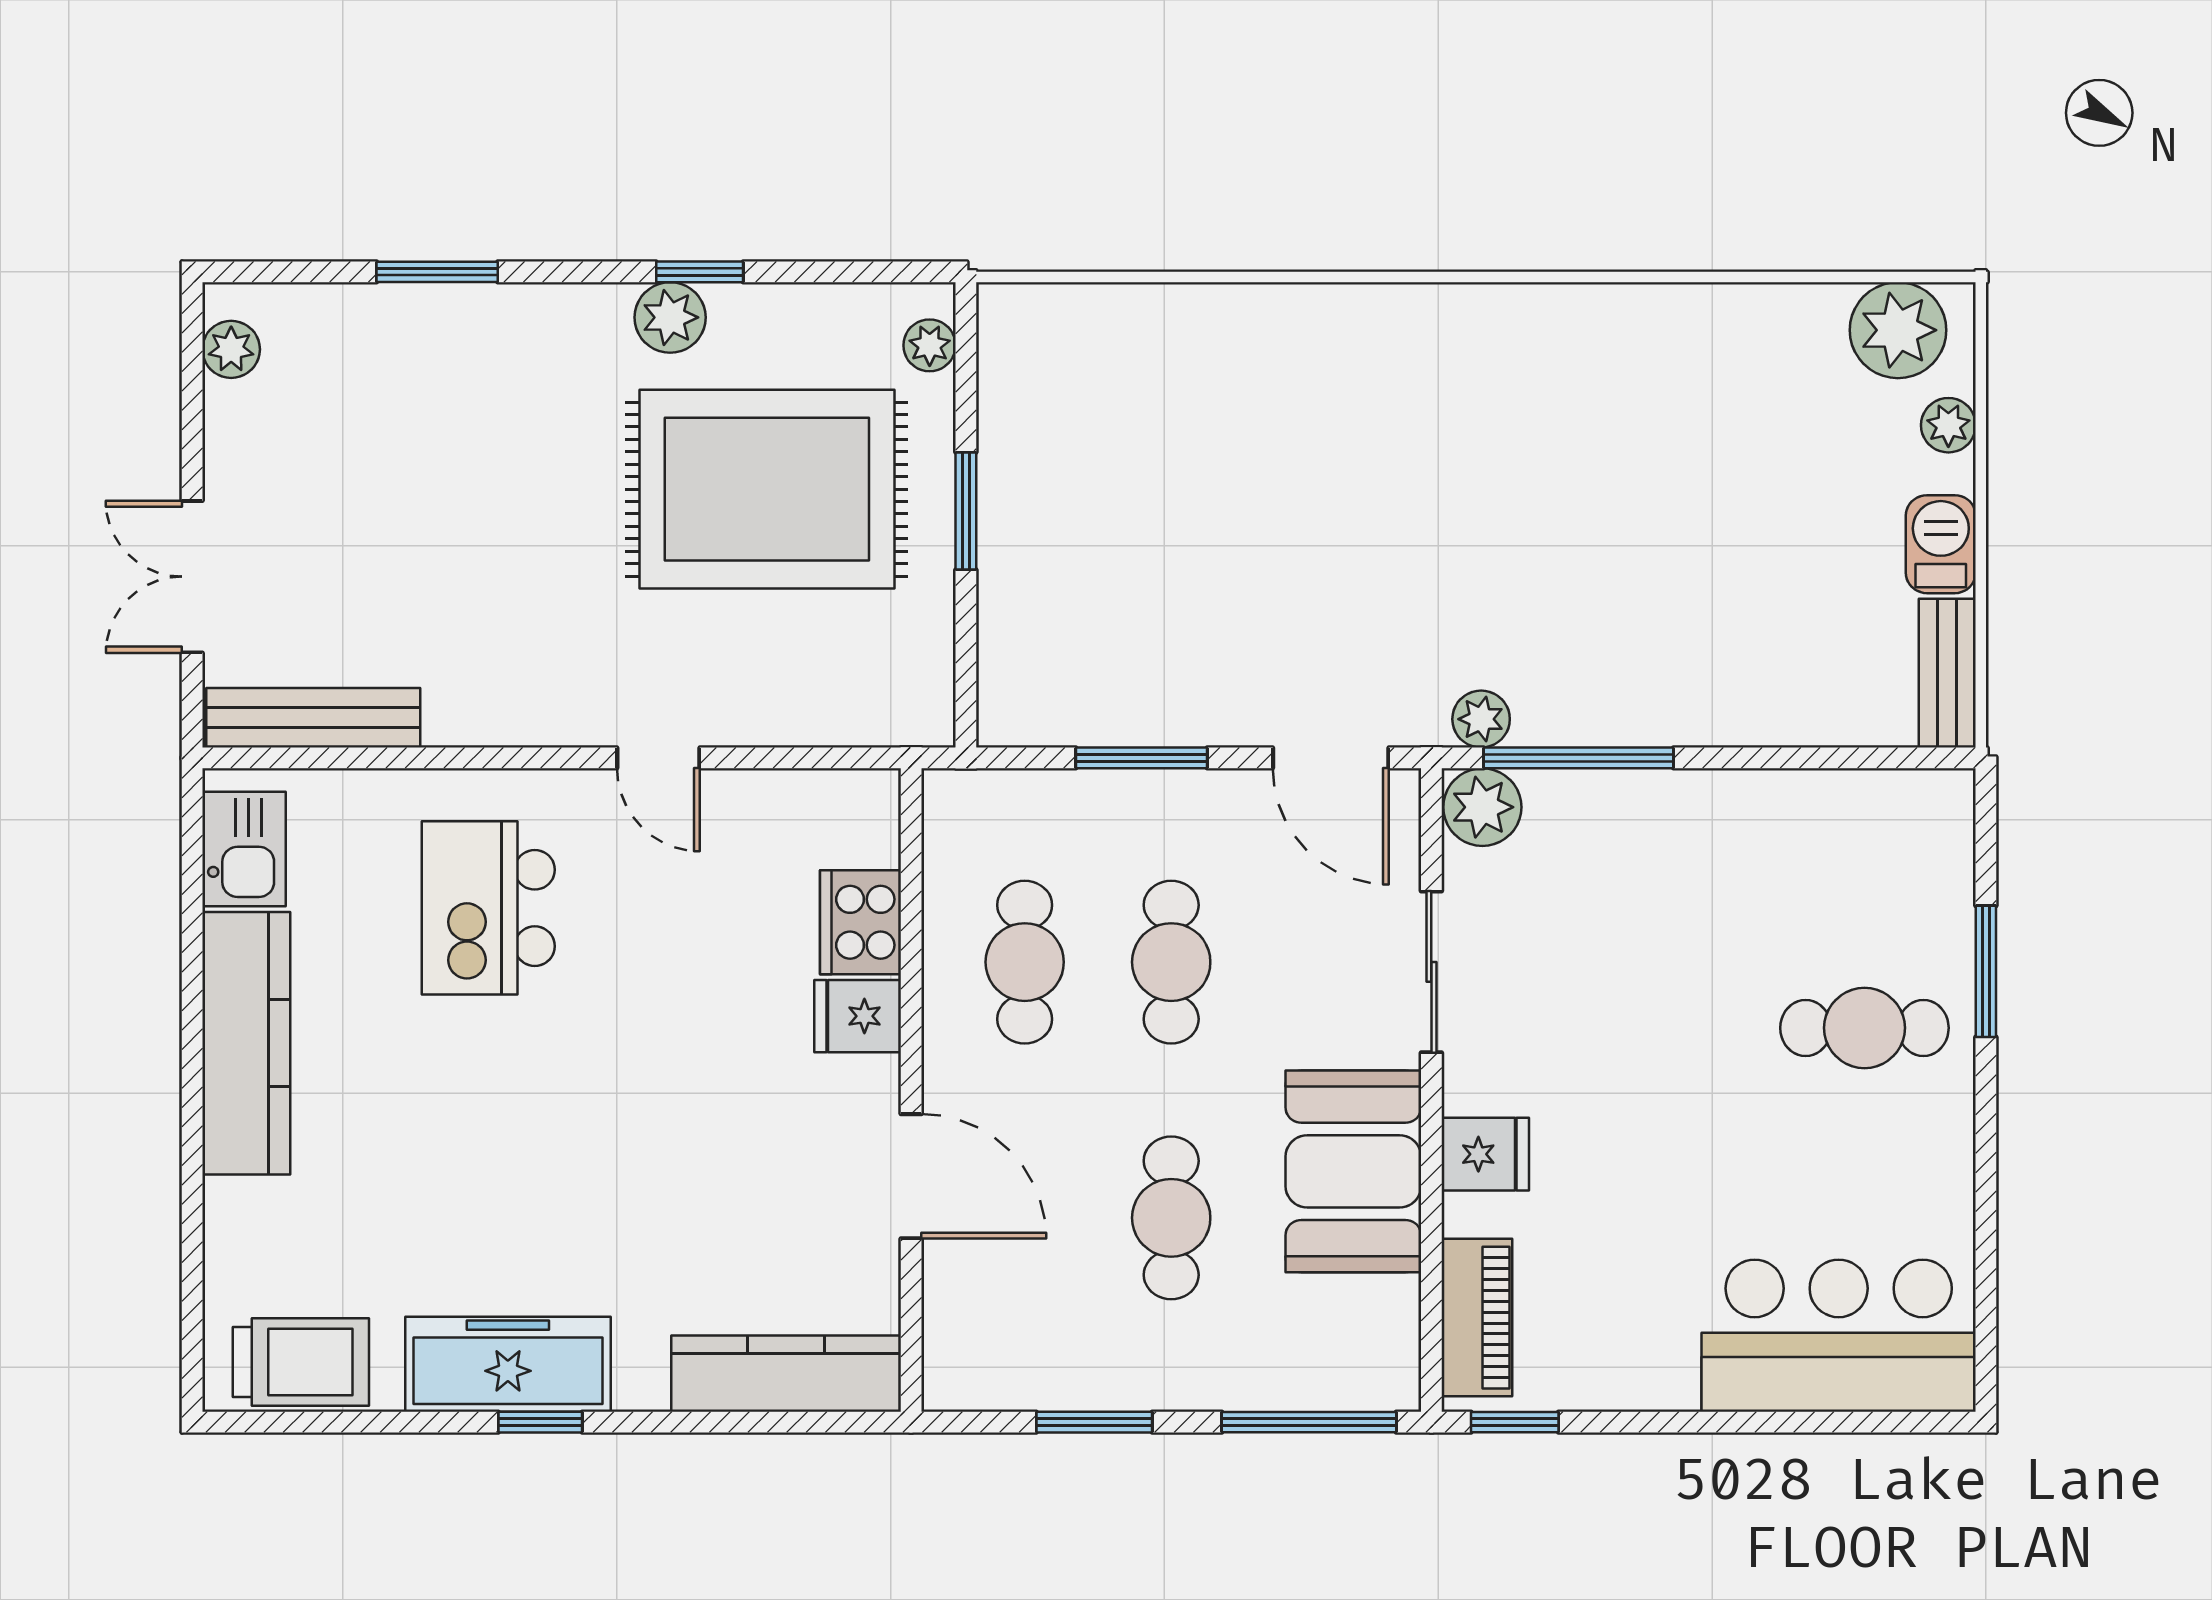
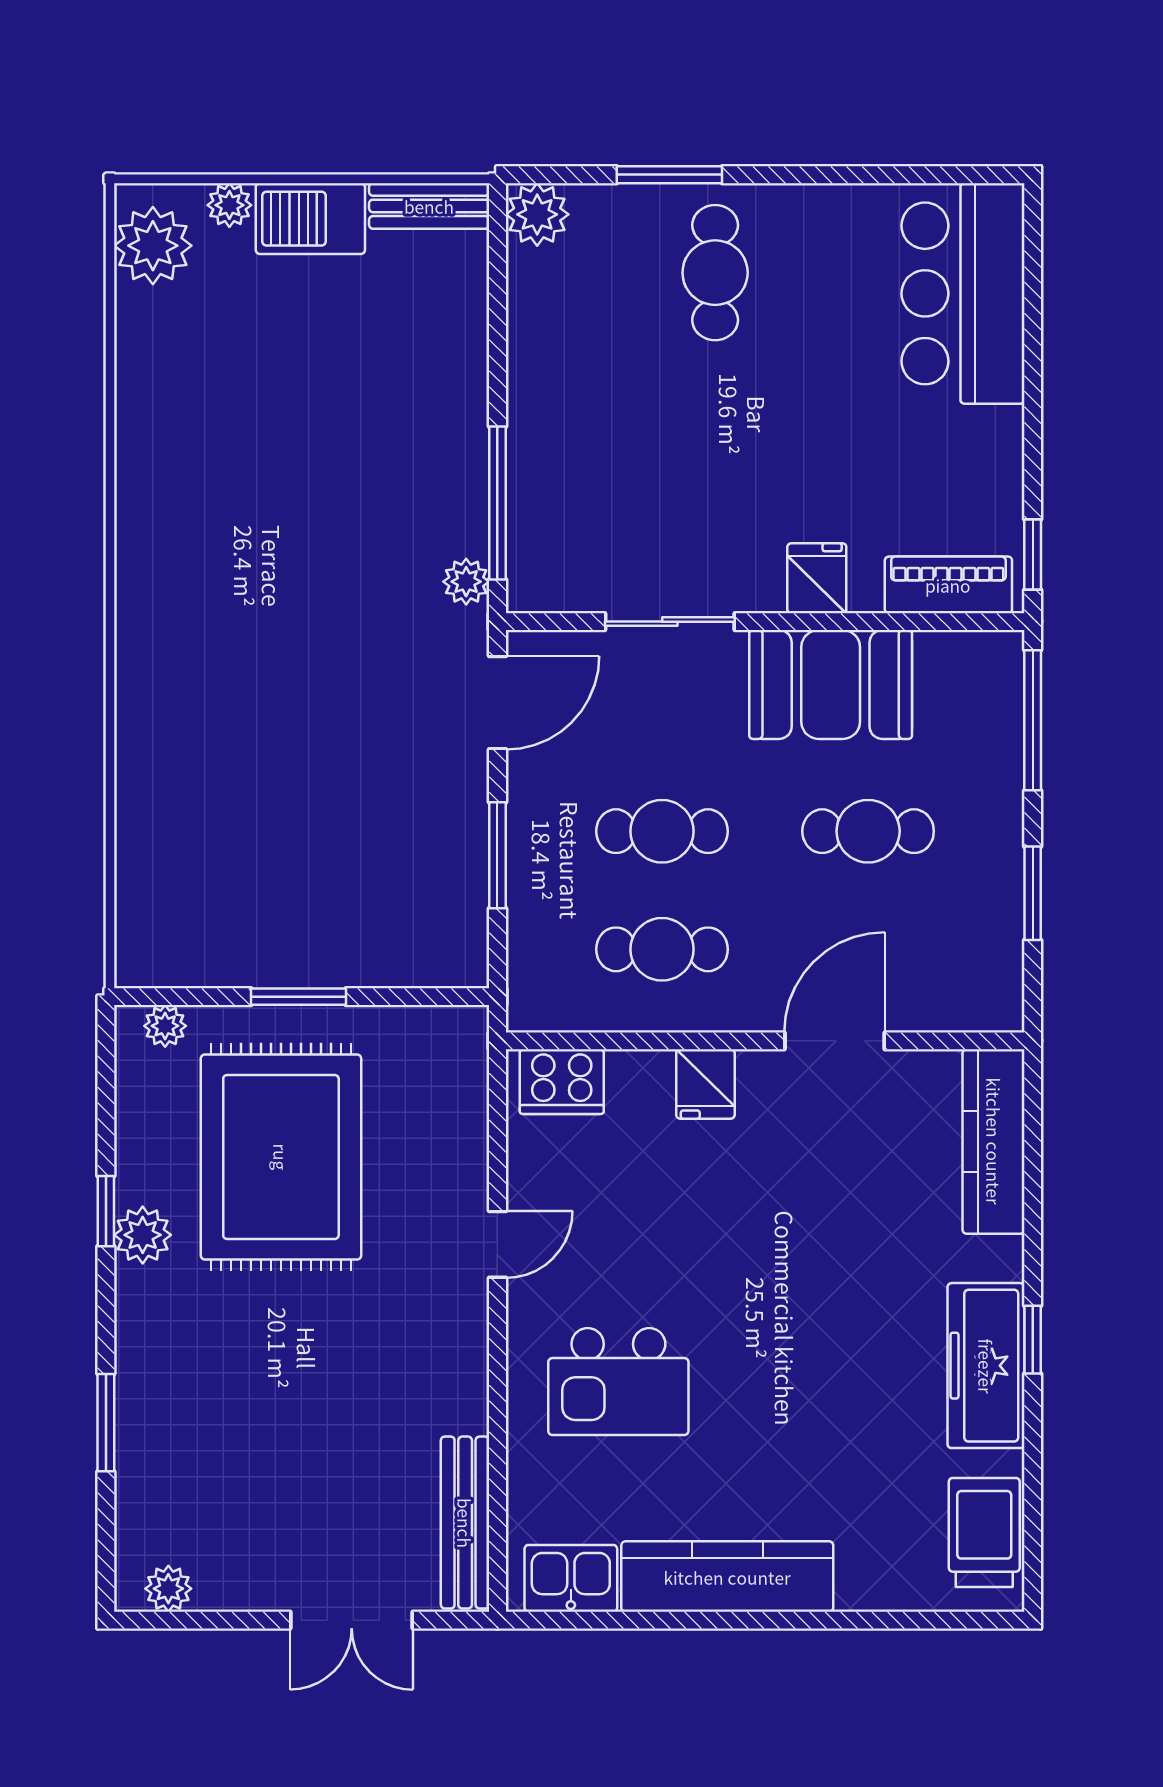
barbecue: (1941, 544) -> (310, 219), width x1.38, depth x1.27
plant: (1482, 807) -> (537, 214), moved
cooker: (860, 922) -> (562, 1082), moved

